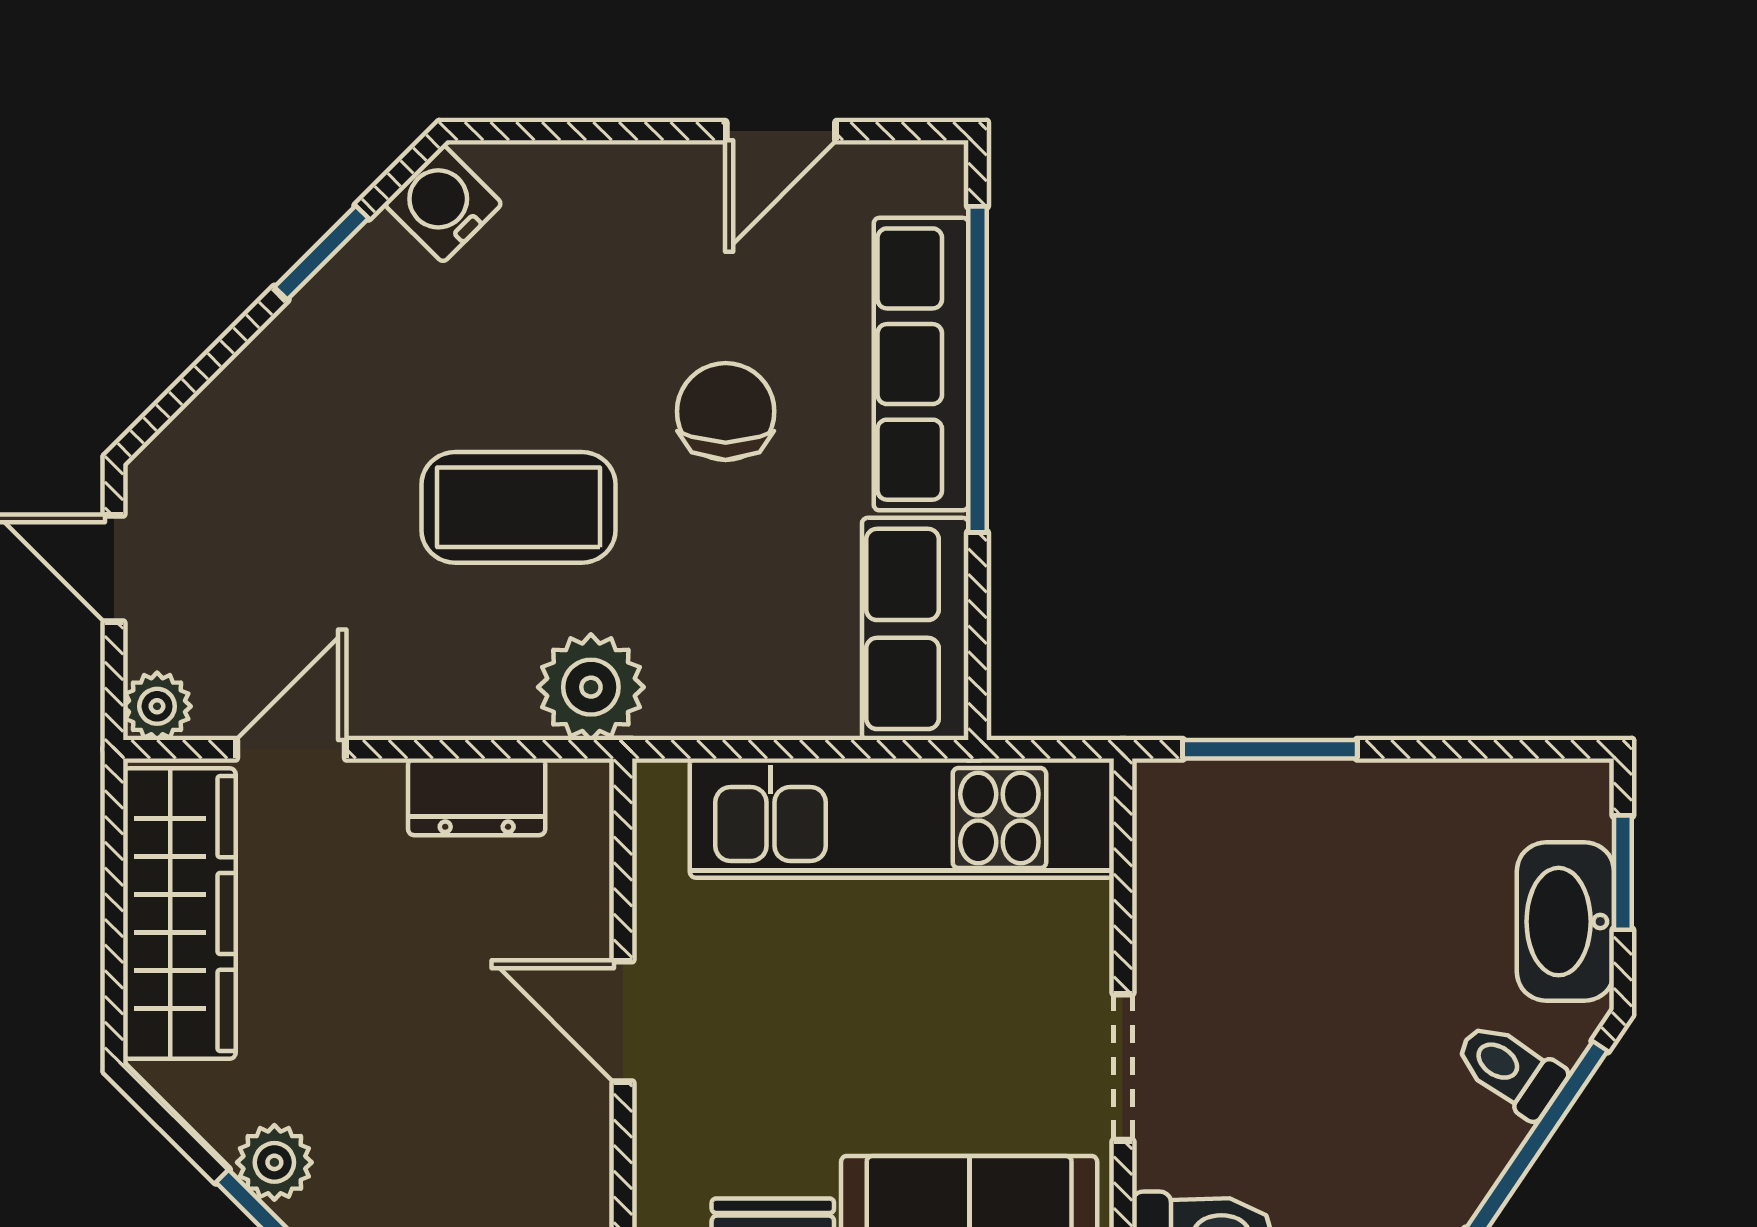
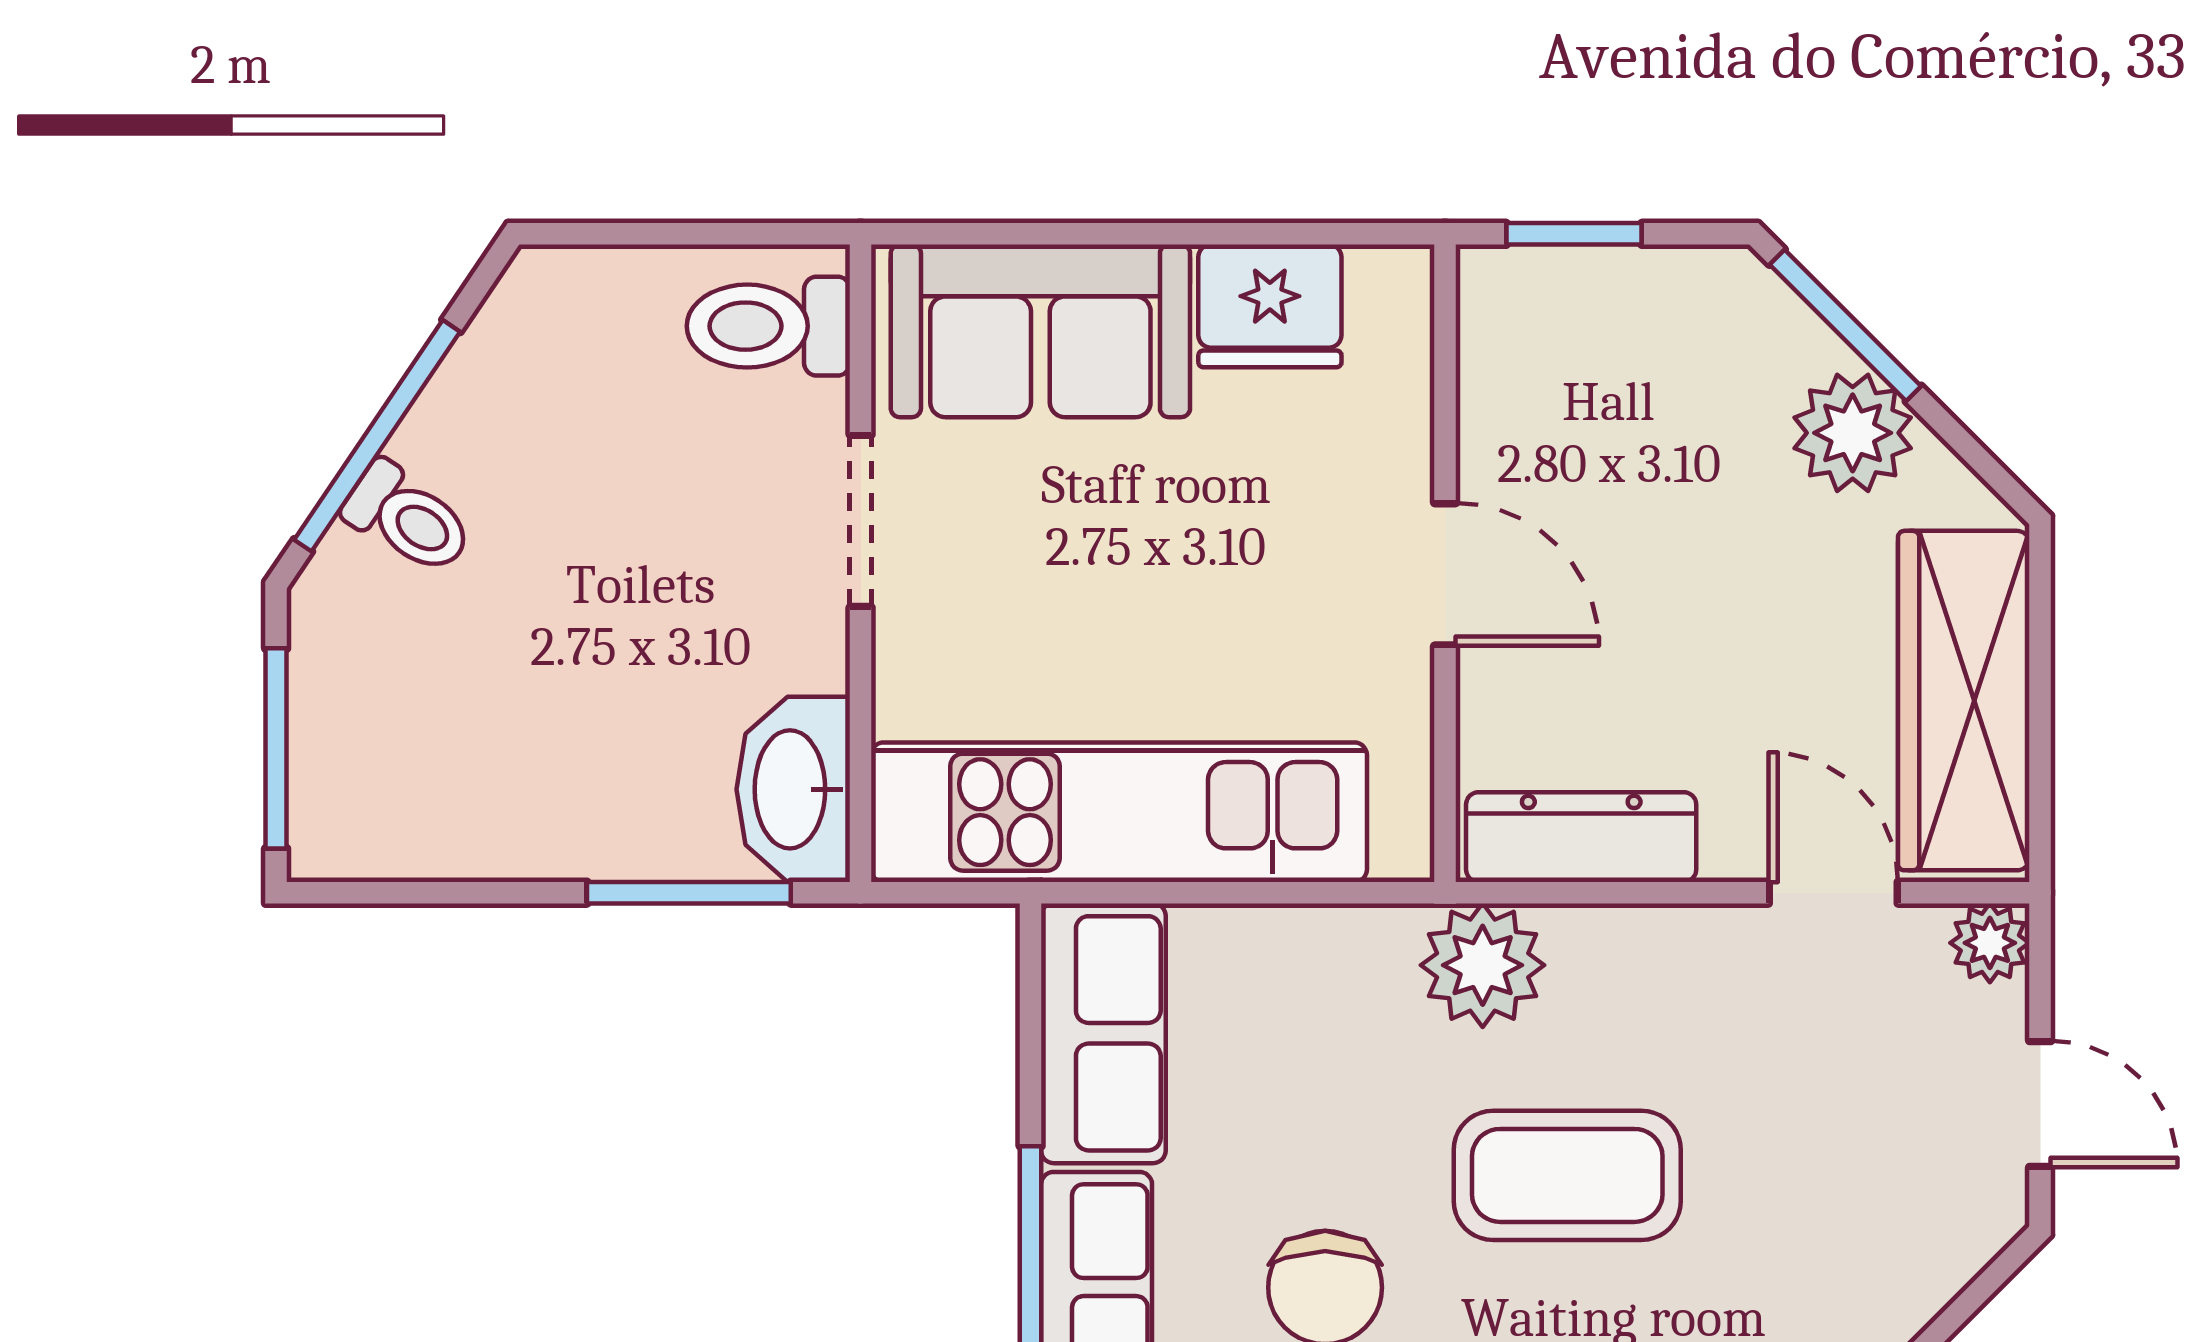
door: (291, 749) -> (1833, 893), swing flipped
dresser: (477, 797) -> (1581, 837), width x1.44
window: (1623, 873) -> (276, 748), width x1.50
washbasin: (1565, 922) -> (793, 789), moved, turned 180
plant: (274, 1162) -> (1853, 433), width x1.38, depth x1.38

